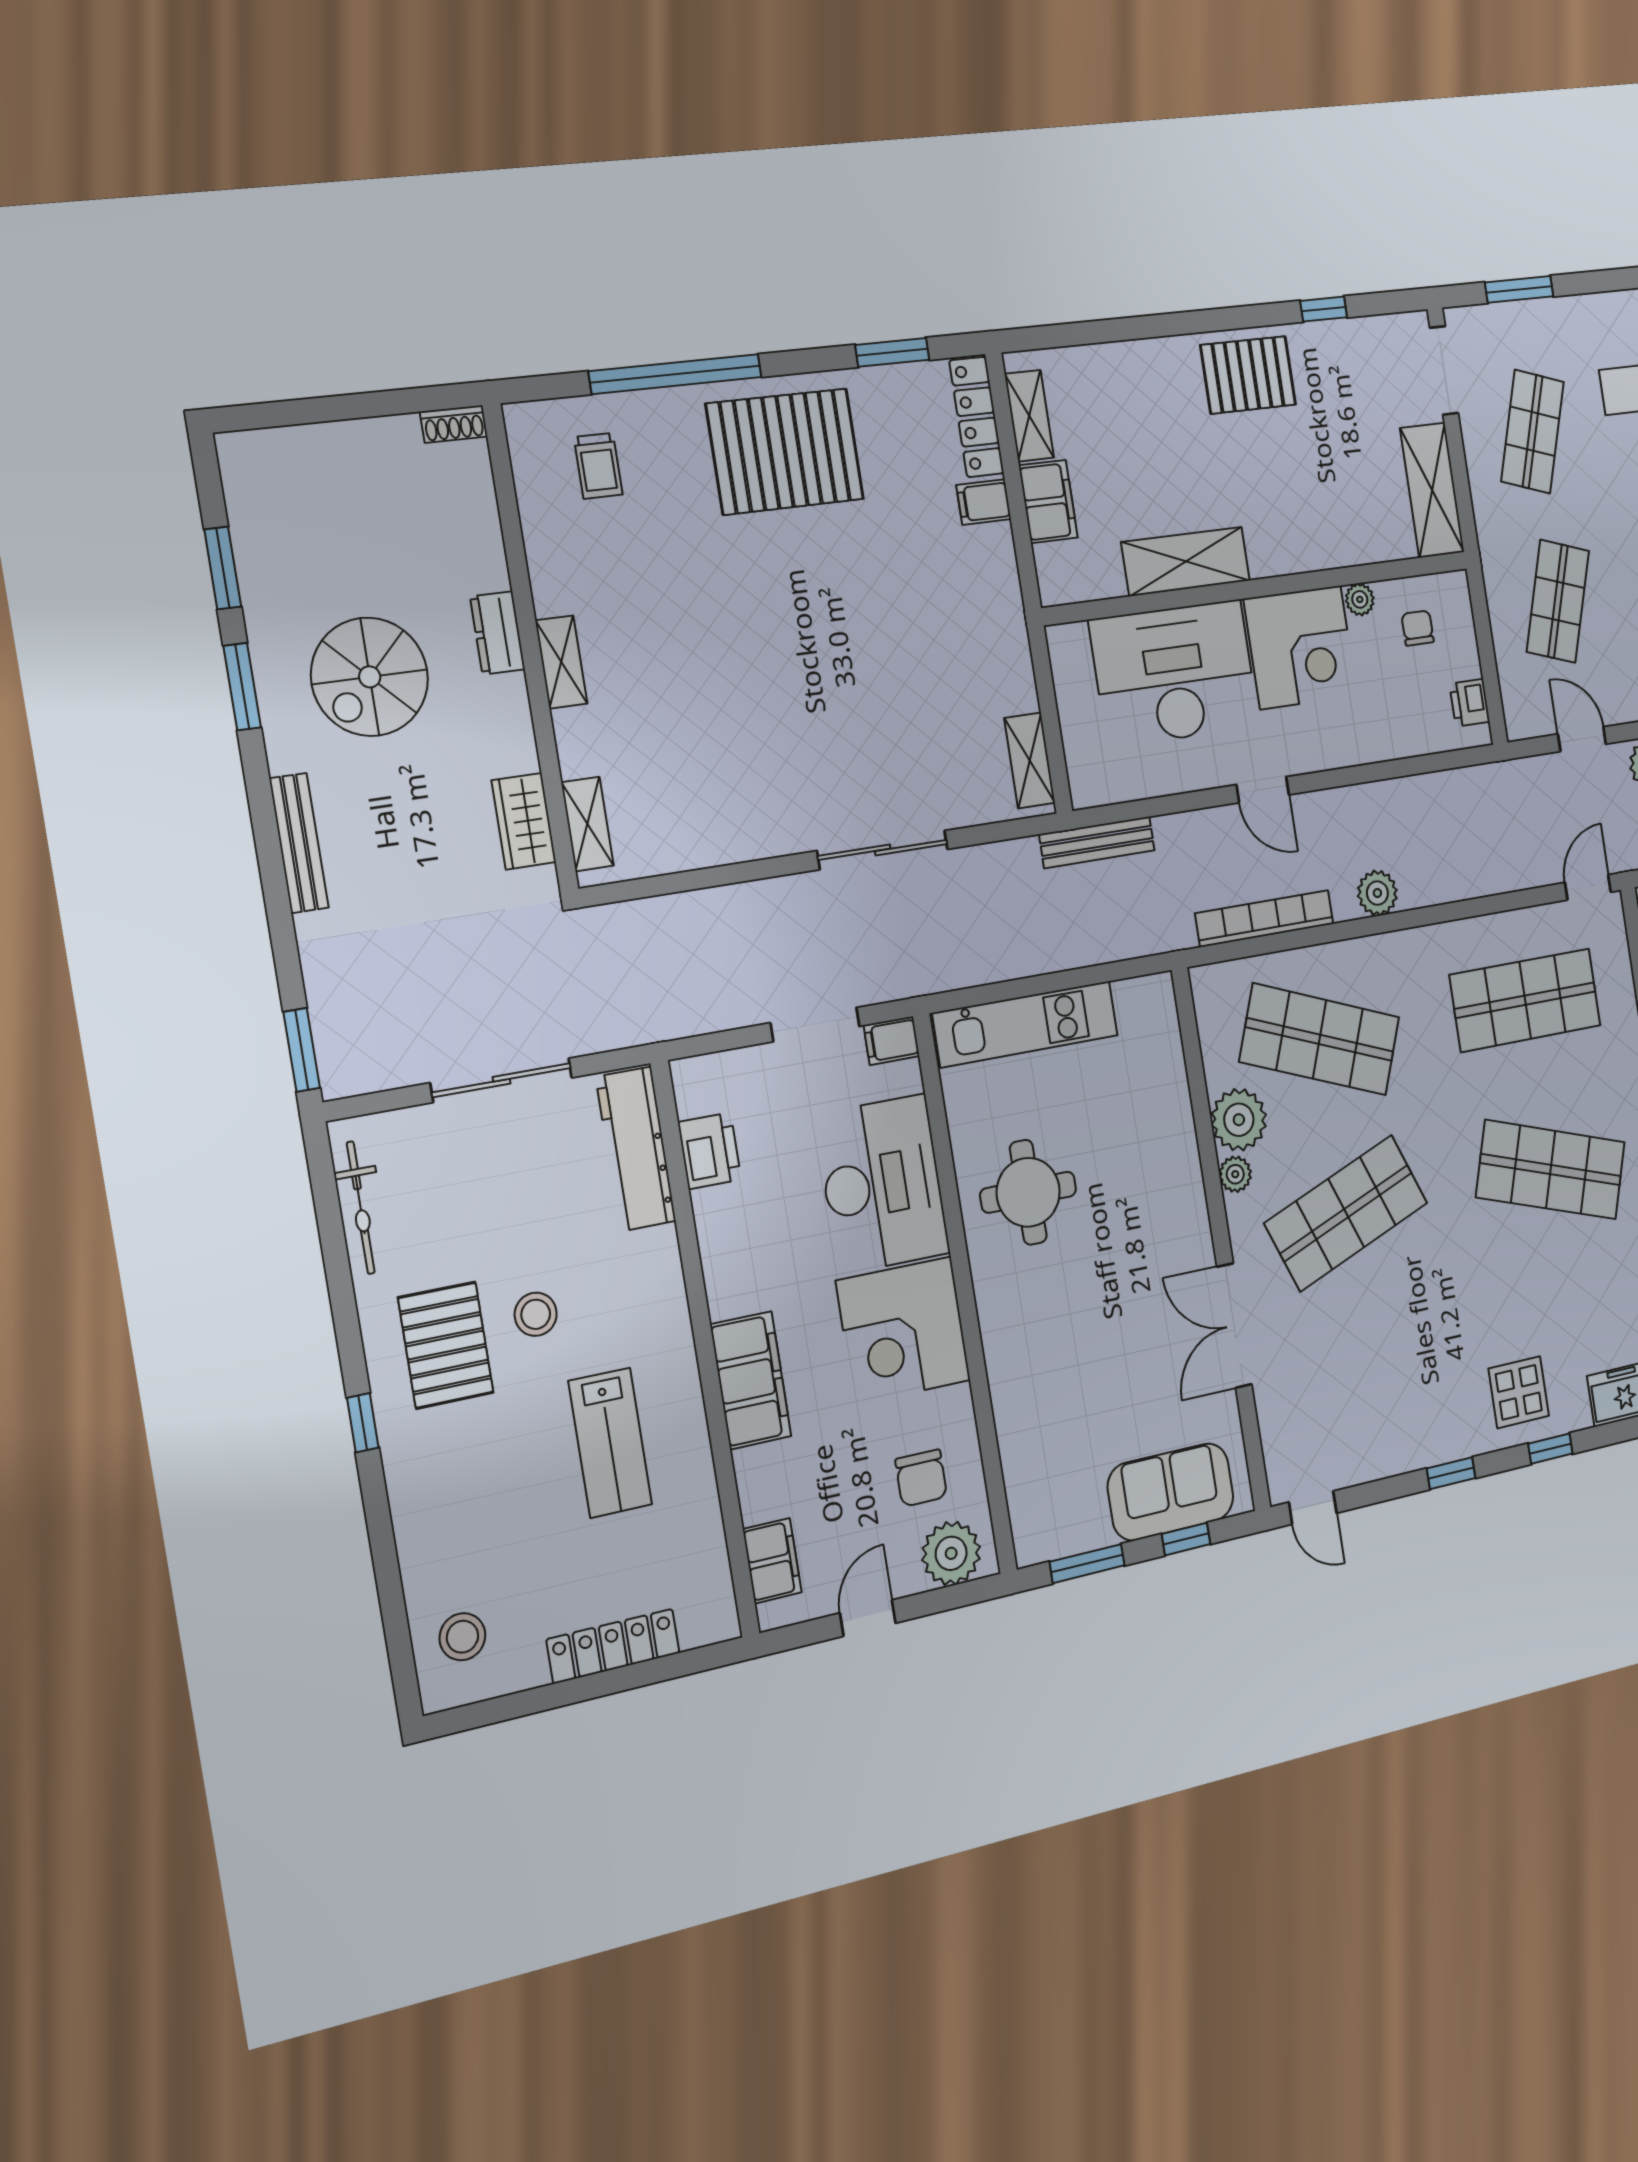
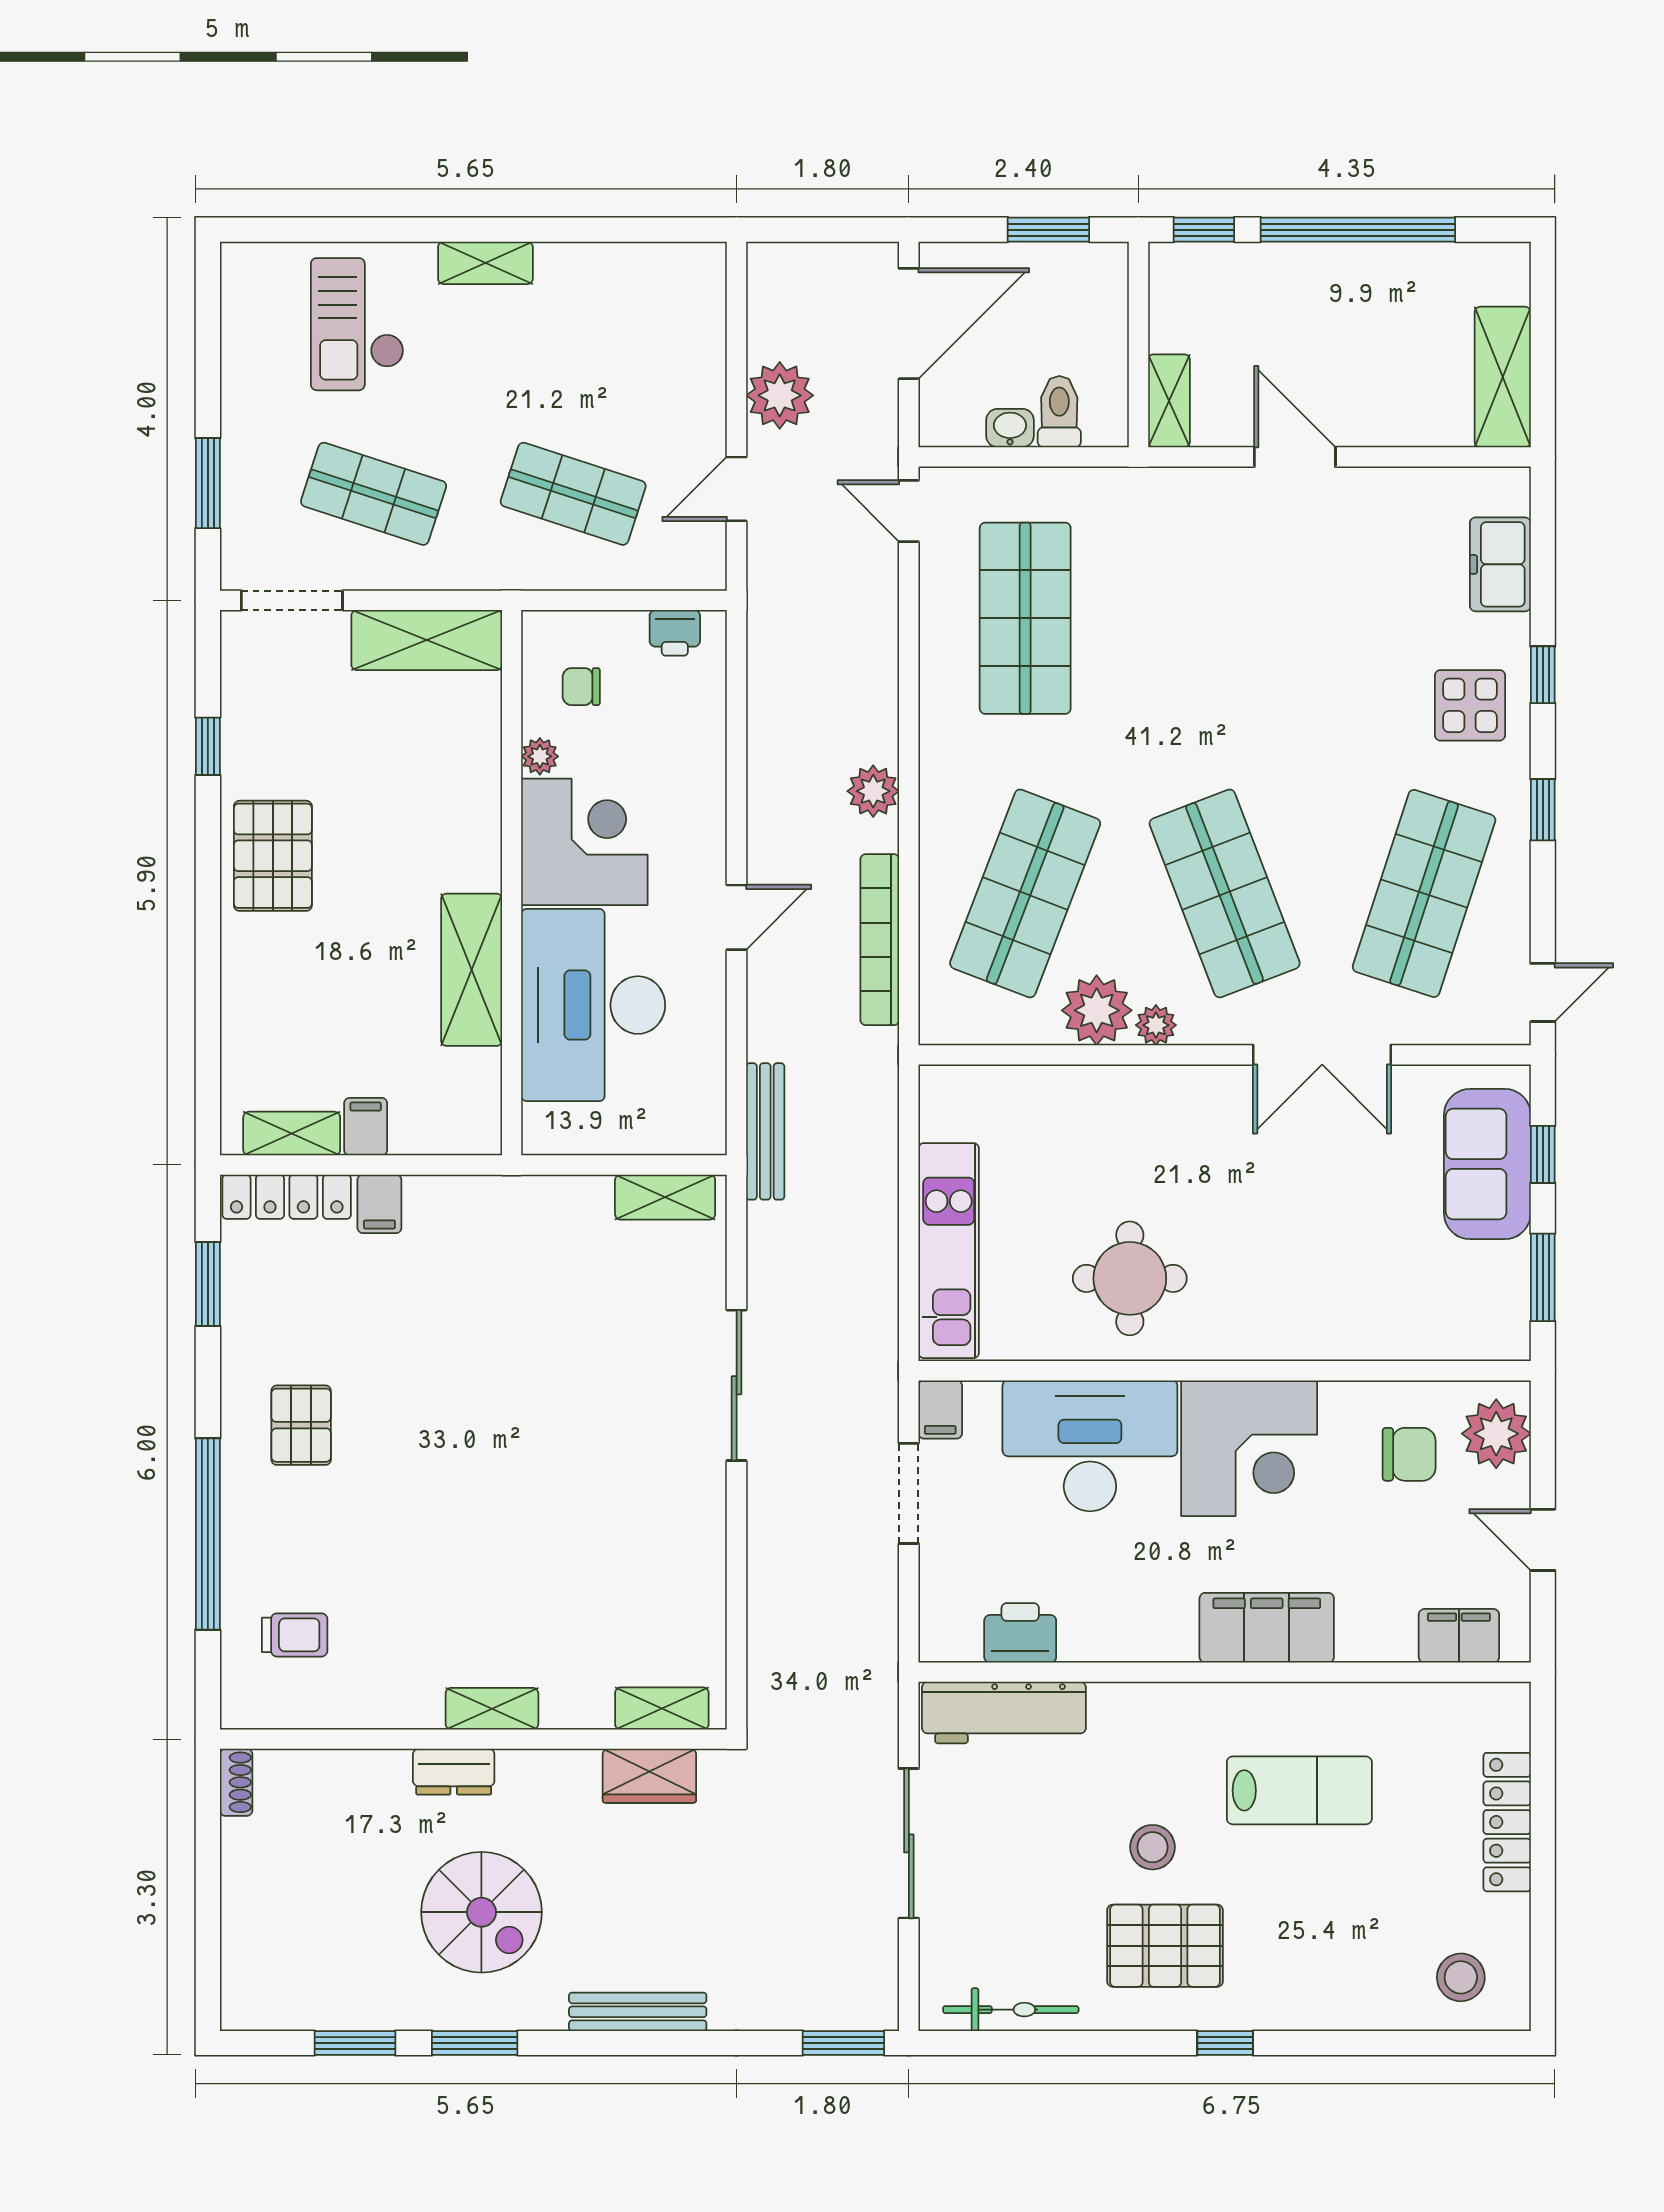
pallet: (785, 452) -> (301, 1425), width x0.49, depth x0.50
filing cabinet: (1048, 502) -> (366, 1127), width x0.50
shop shelf: (1551, 1170) -> (1424, 893), moved

